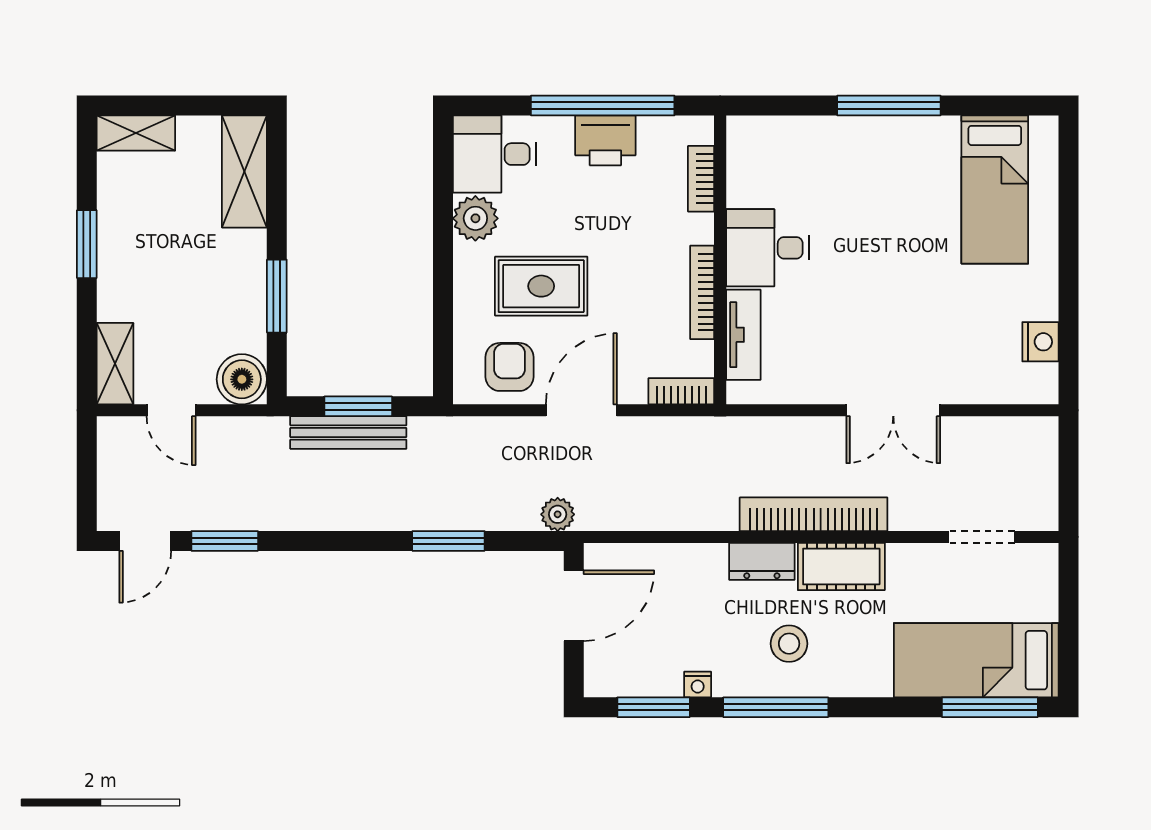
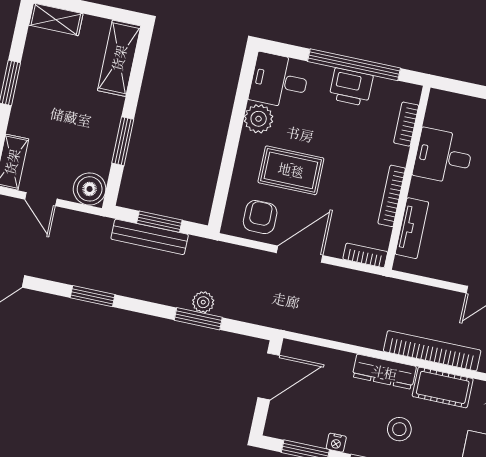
desk: (768, 248) -> (443, 156), moved
plant: (558, 514) -> (203, 302), moved
window: (225, 541) -> (93, 296), moved
dresser: (762, 561) -> (384, 372), width x1.44

